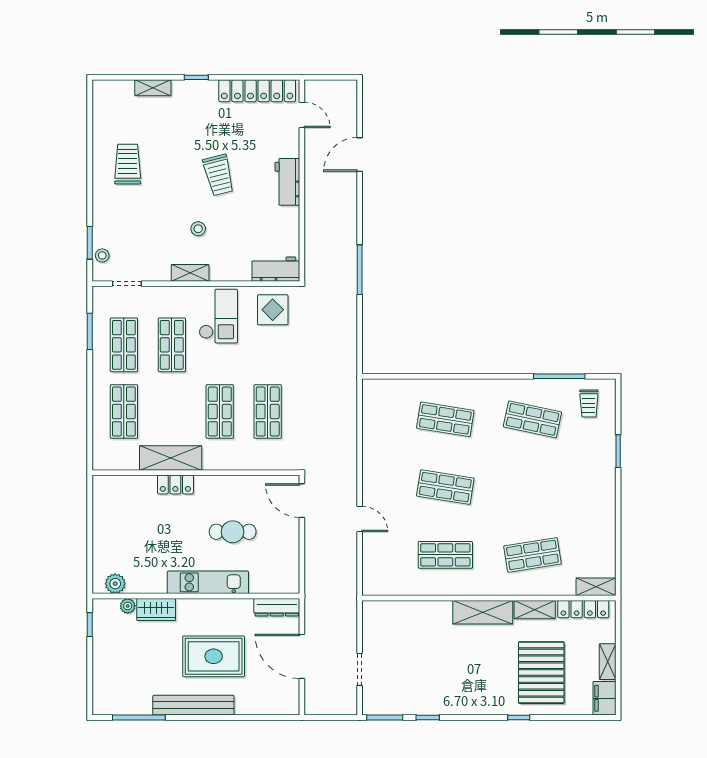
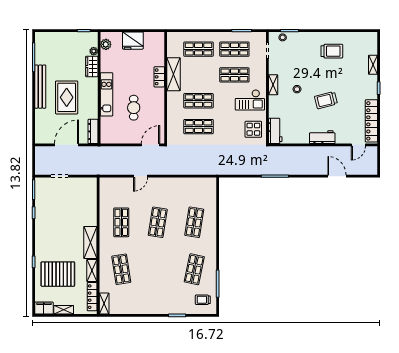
fridge: (108, 533) -> (133, 41), added

